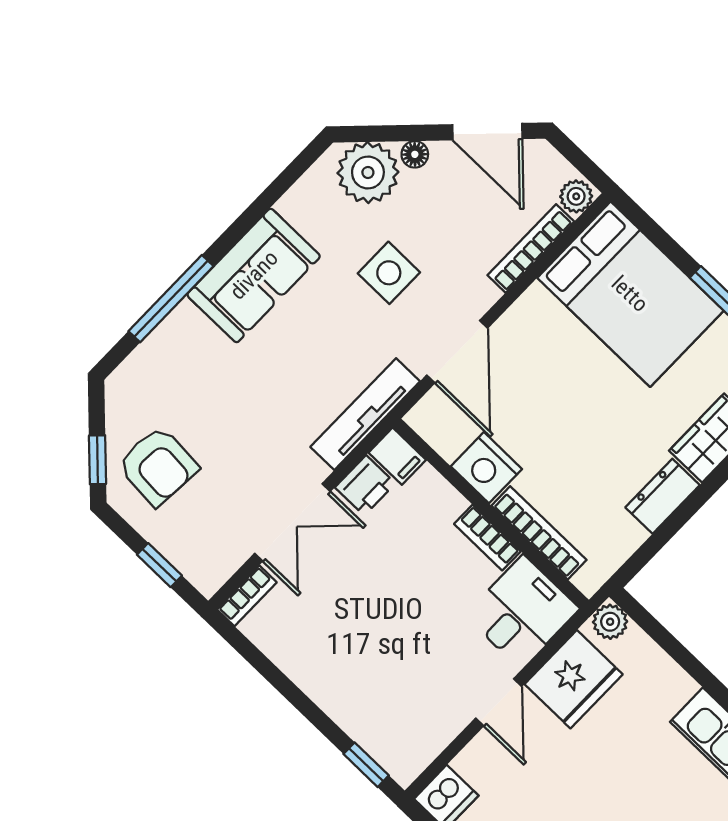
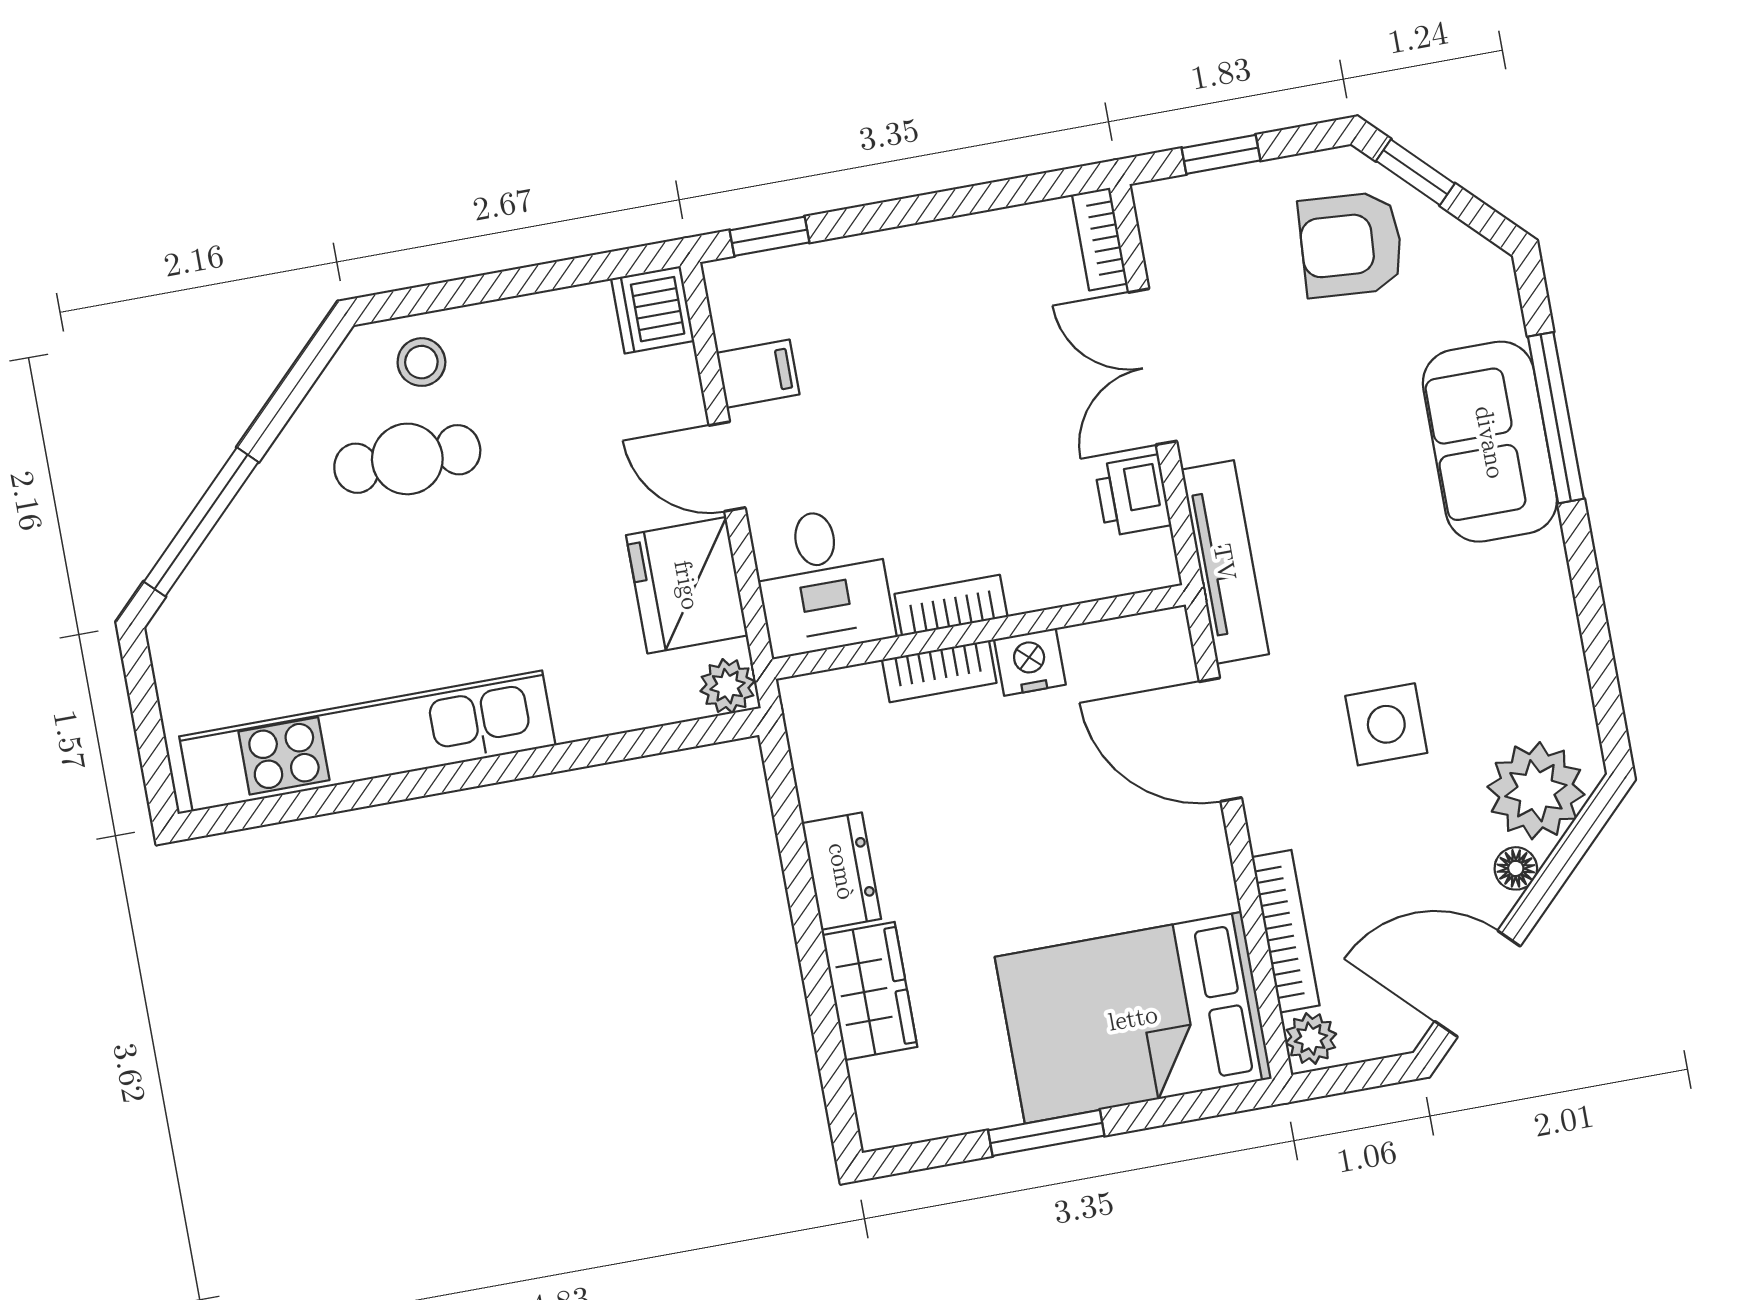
sofa: (254, 275) -> (1490, 442), moved
filing cabinet: (397, 456) -> (758, 374), moved, turned 180
nightstand: (486, 468) -> (1030, 662), width x0.74, depth x0.75
bookcase: (539, 533) -> (939, 671), width x0.64

